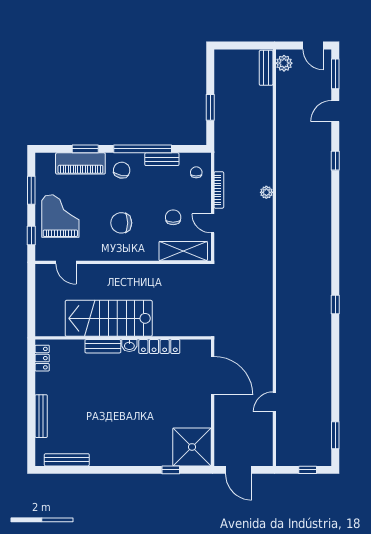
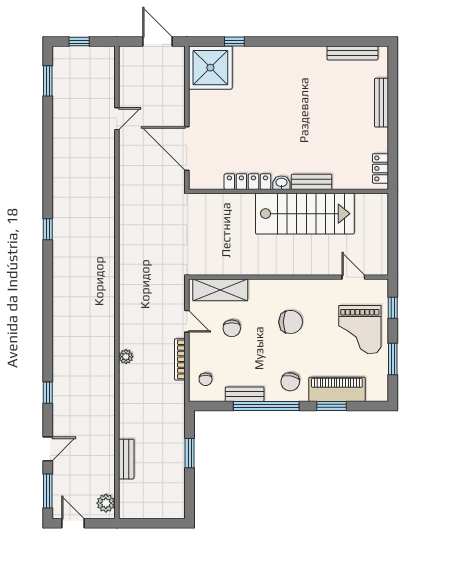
bench: (266, 68) -> (126, 459), moved

